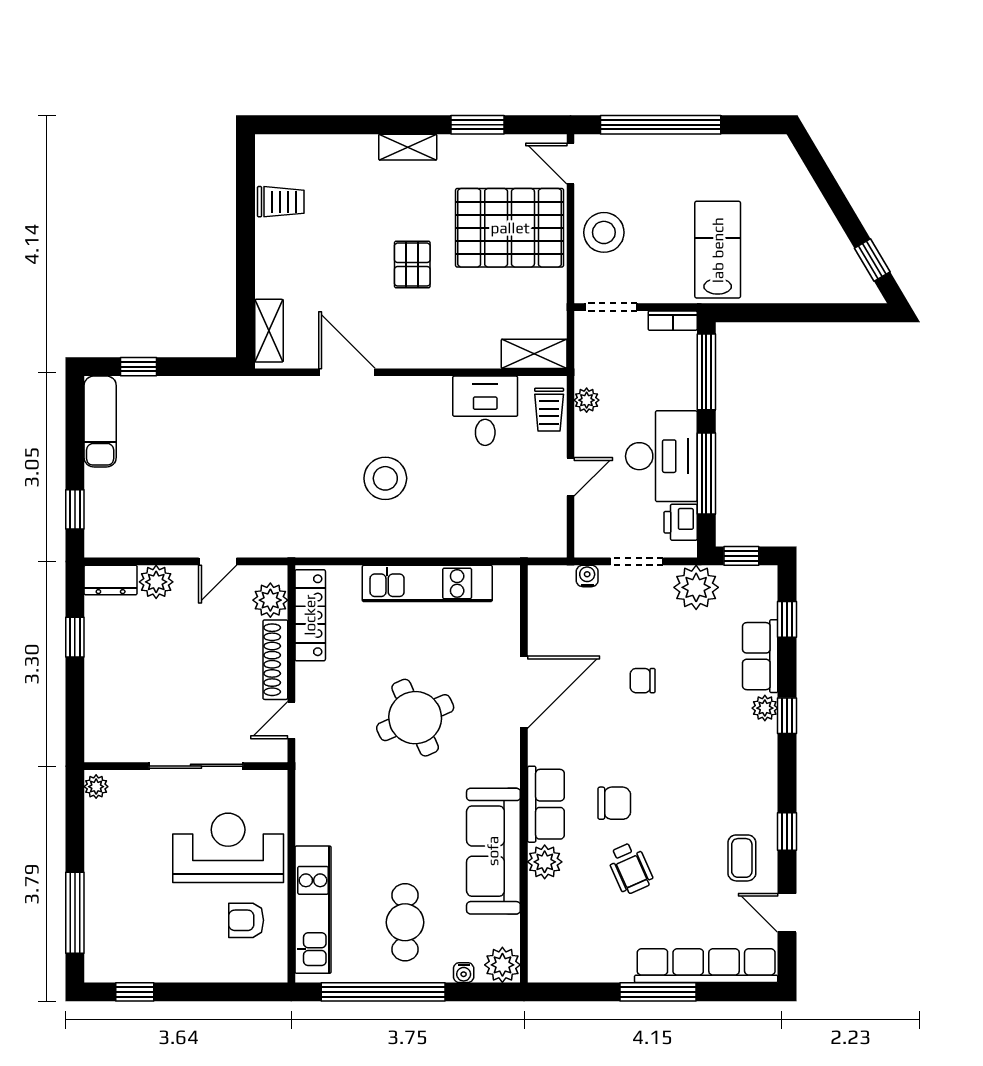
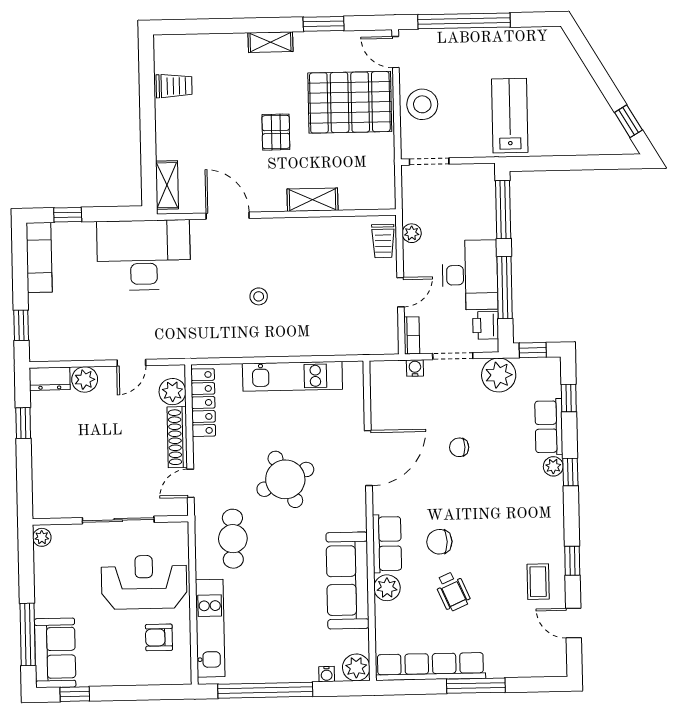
bookcase: (673, 321) -> (412, 335), moved, turned -90
shelving: (534, 354) -> (312, 200), moved
desk: (485, 411) -> (144, 255), moved, width x1.87, depth x1.30
stool: (385, 478) -> (259, 296), width x0.53, depth x0.53
chair: (614, 803) -> (439, 542), turned 180
cafe table: (405, 922) -> (233, 539), moved
sofa: (110, 938) -> (55, 653), added
row of seats: (706, 966) -> (430, 667), moved

